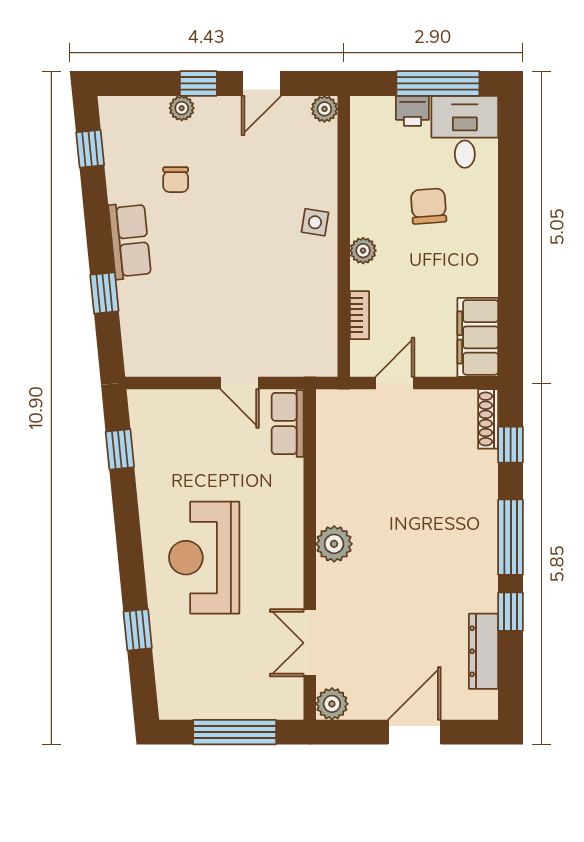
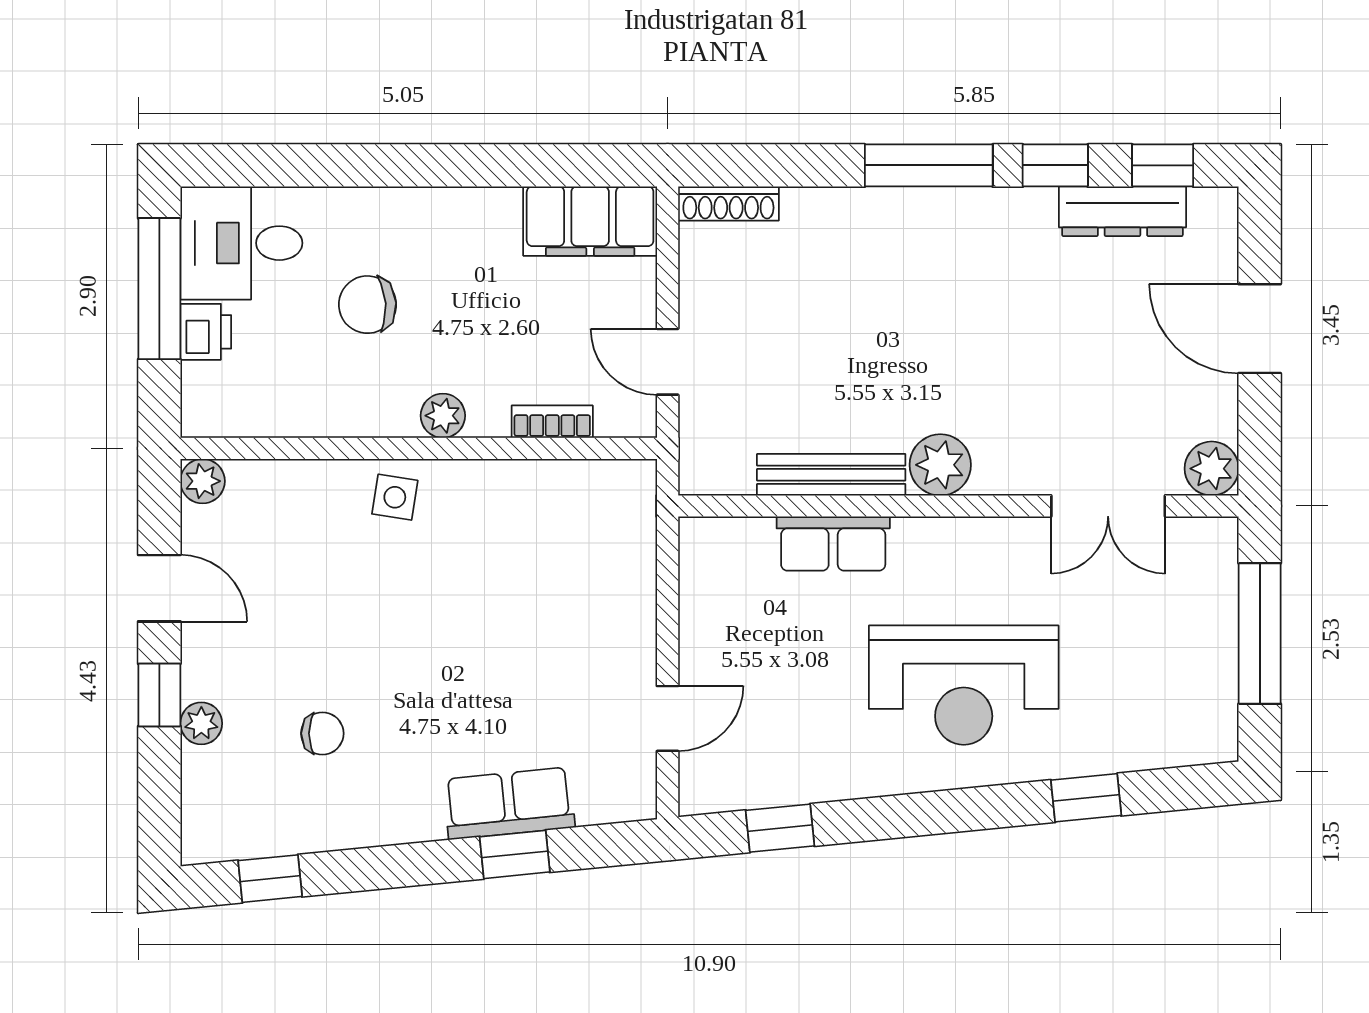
row of seats: (130, 241) -> (509, 803), moved
door: (240, 383) -> (668, 718), moved
row of seats: (288, 424) -> (833, 544), moved
window: (511, 445) -> (1163, 165), moved
bench: (328, 480) -> (831, 475), added

